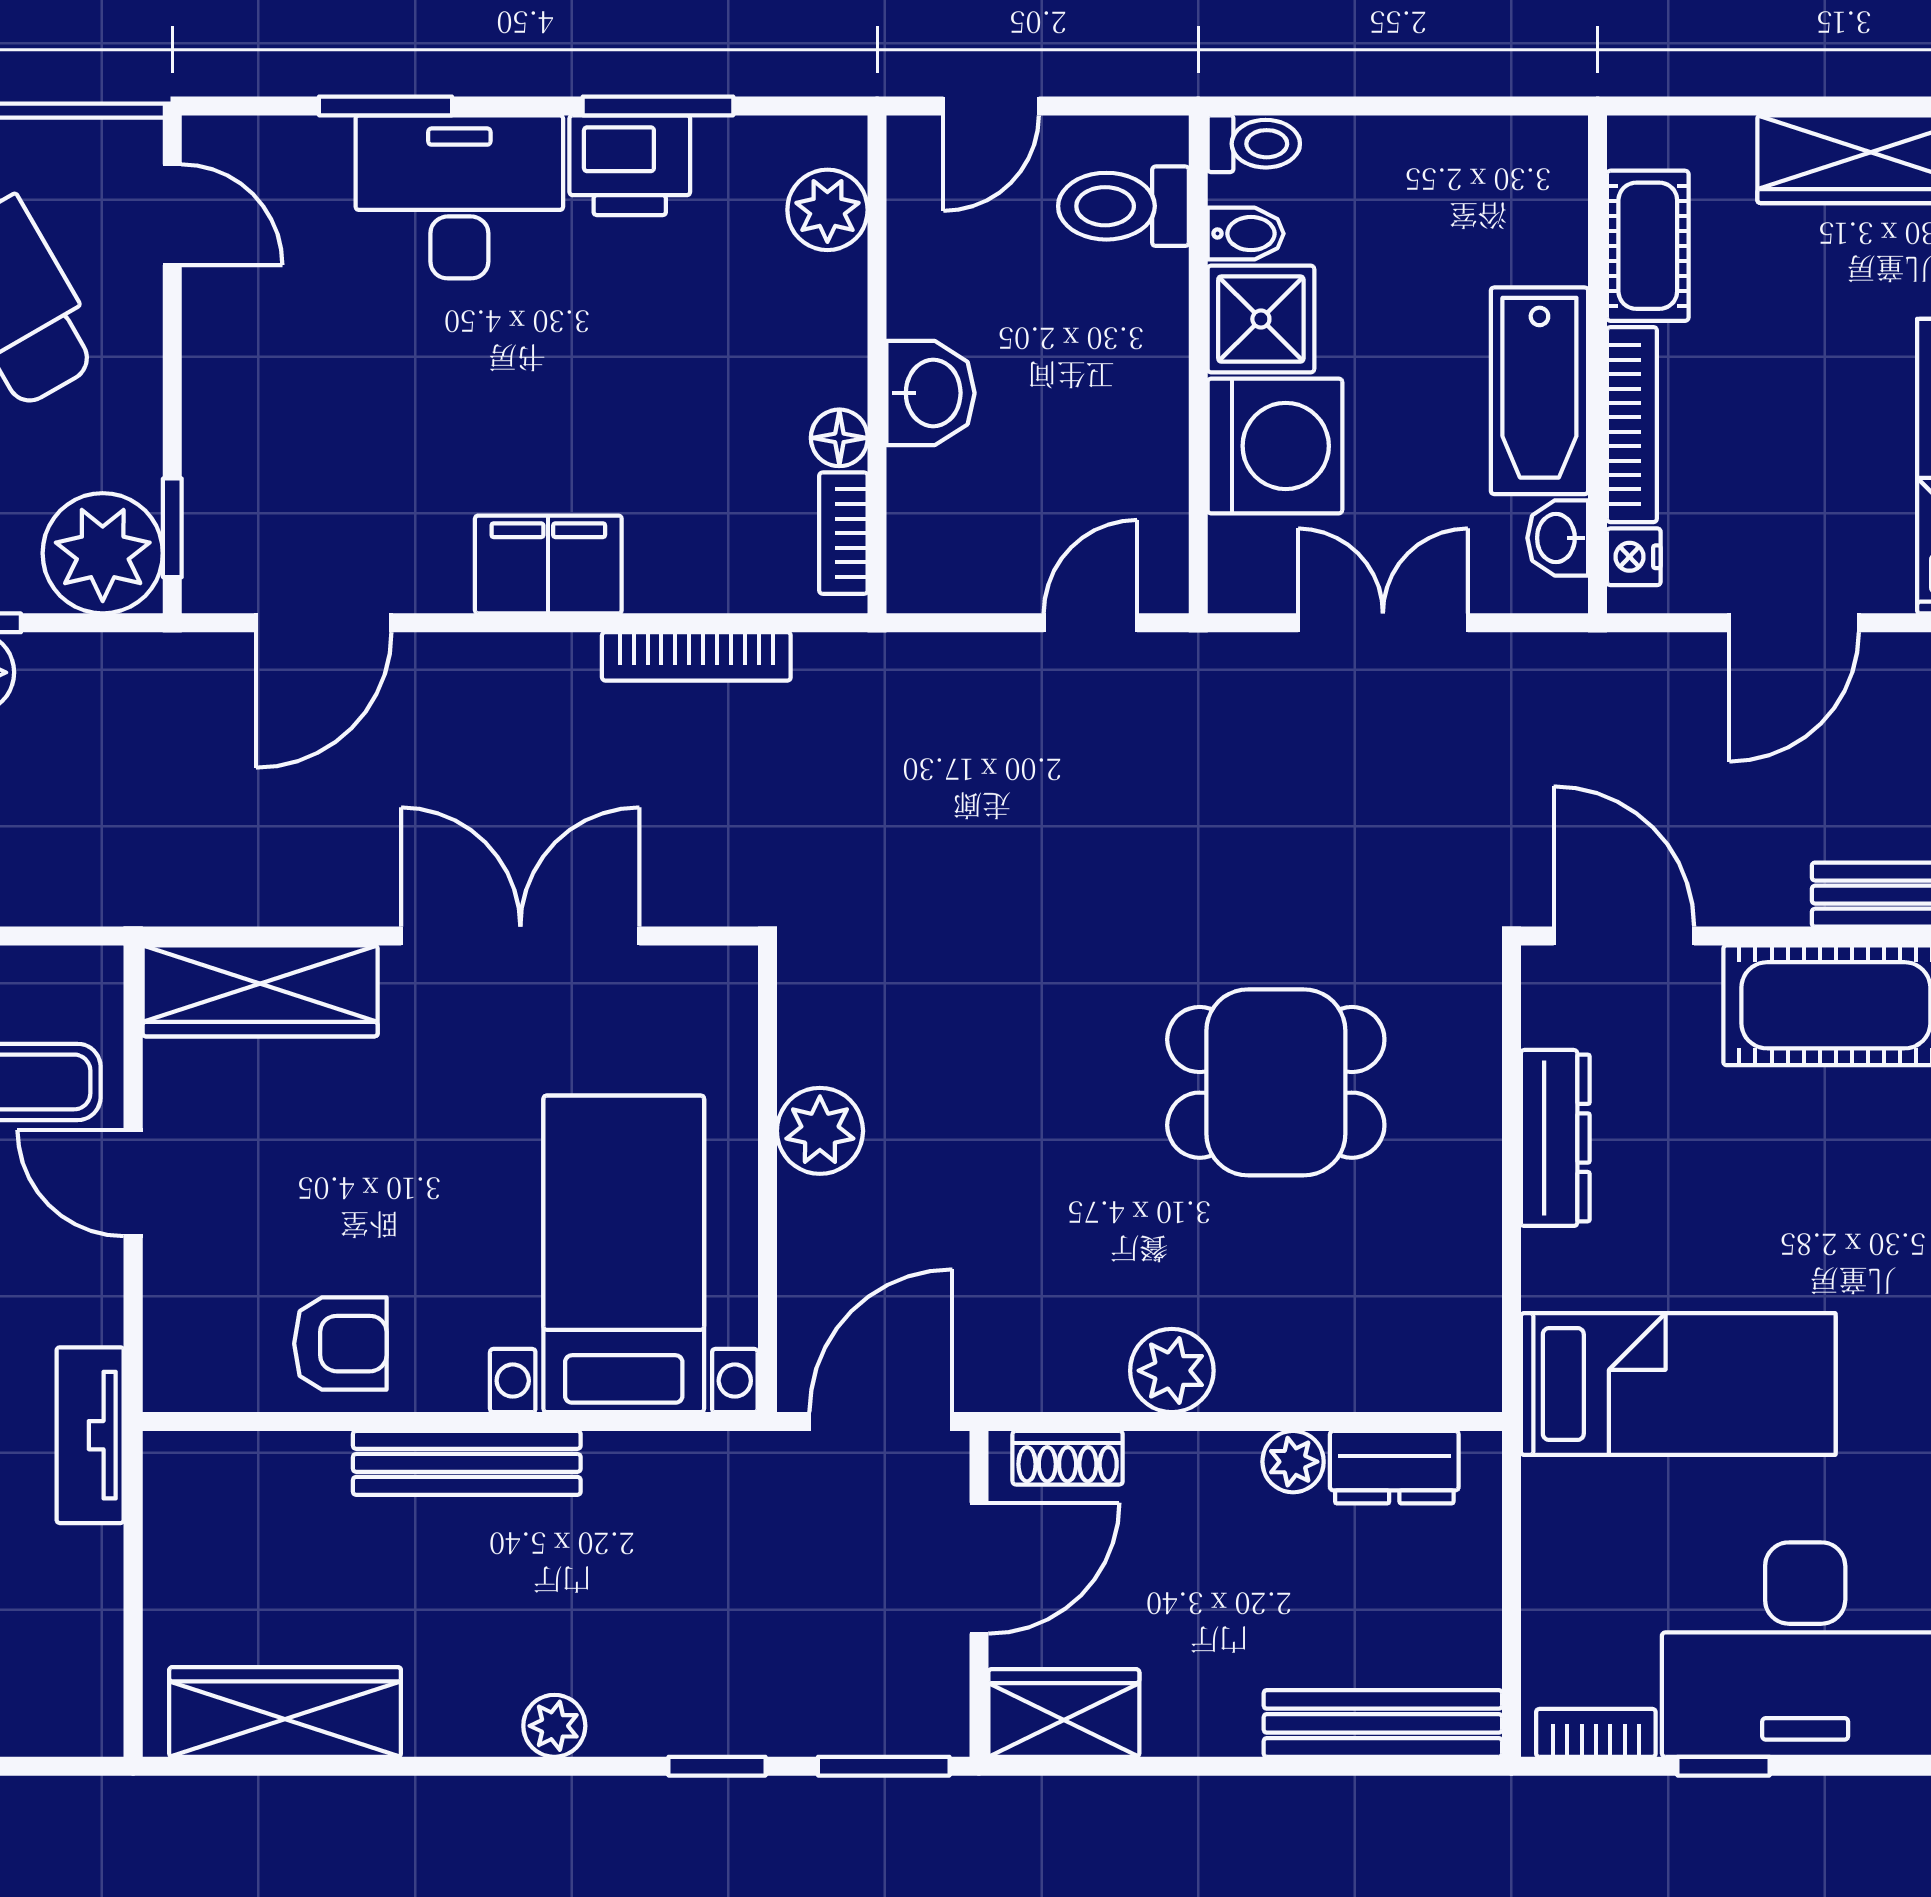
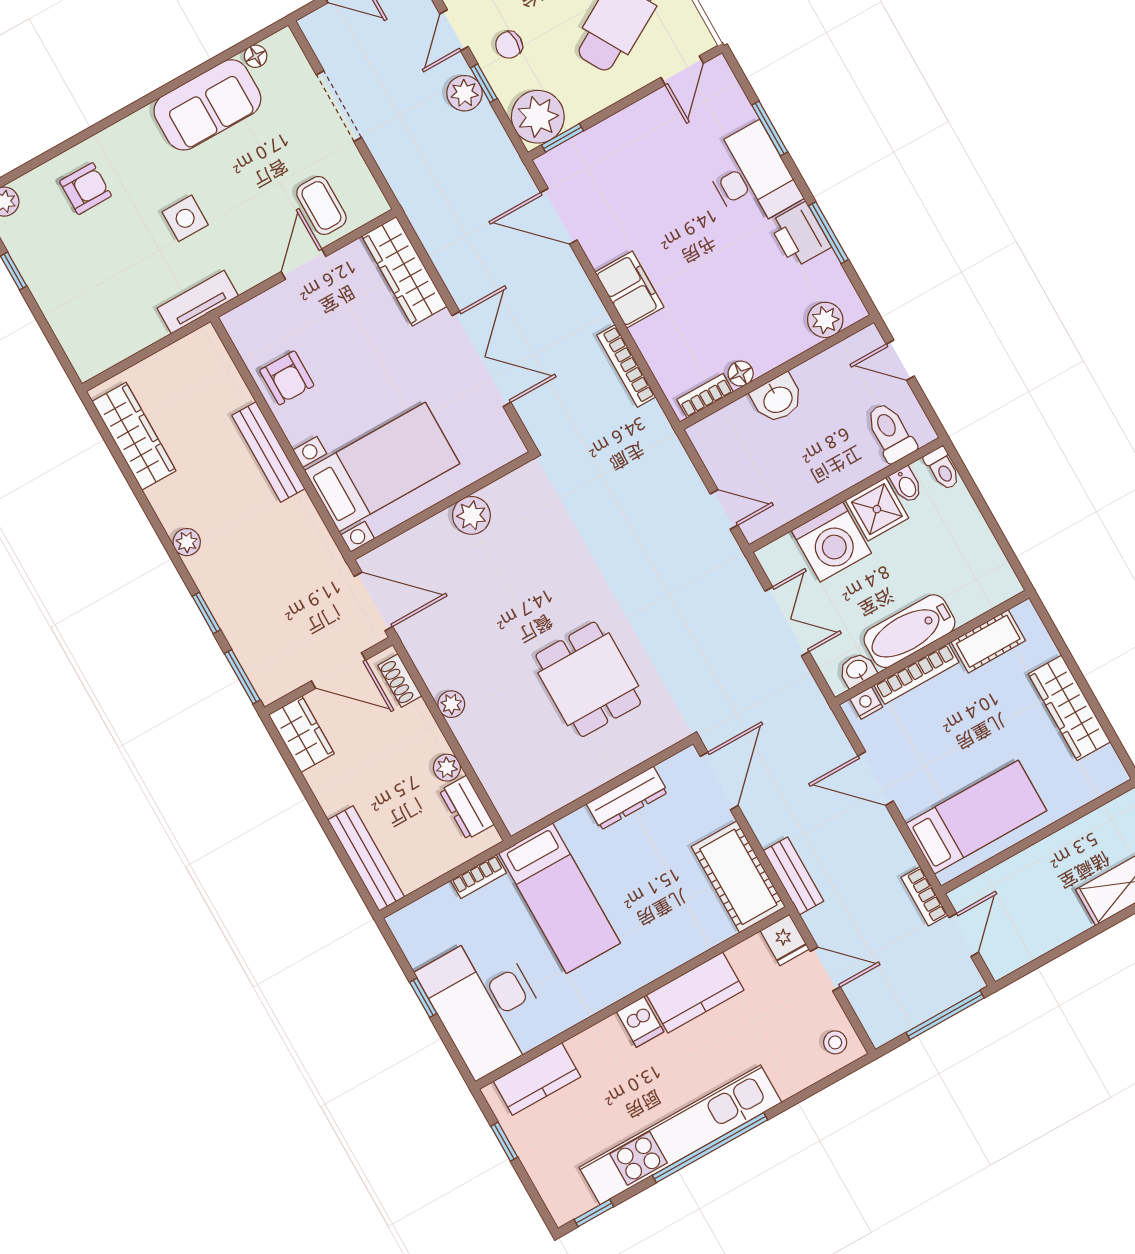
plant: (1172, 1371) -> (451, 704), width x0.73, depth x0.73
bookcase: (1596, 1733) -> (478, 877), moved, turned 90

